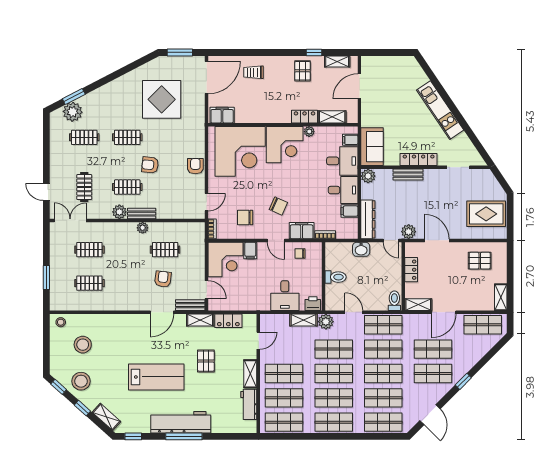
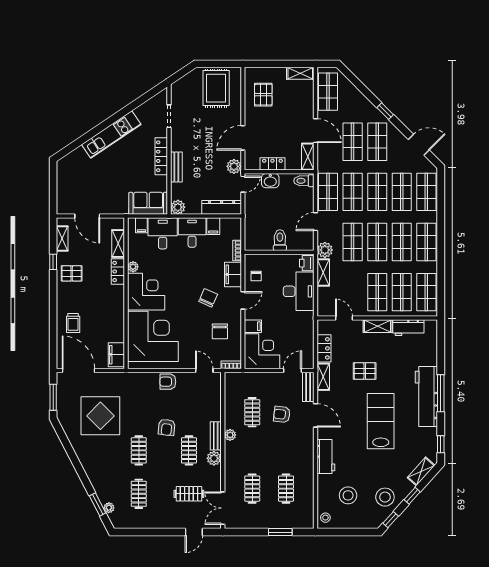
plant: (73, 112) -> (109, 508), width x0.53, depth x0.53
washbasin: (361, 249) -> (270, 181), moved, turned 90
desk: (285, 296) -> (299, 291), width x1.37
workbench: (121, 323) -> (326, 456), added

